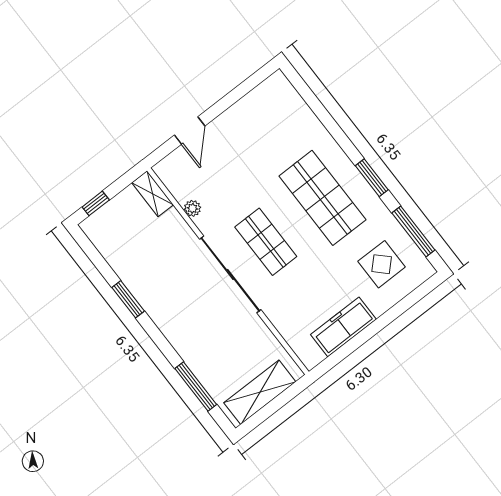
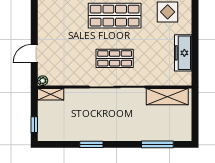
door: (190, 131) -> (34, 54), swing flipped
plant: (192, 208) -> (43, 81), moved
shelving: (260, 392) -> (167, 97), moved, turned 90

